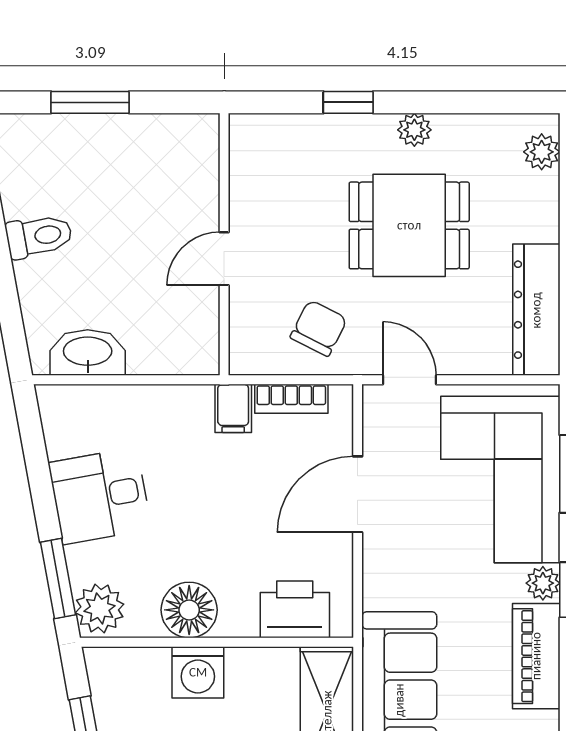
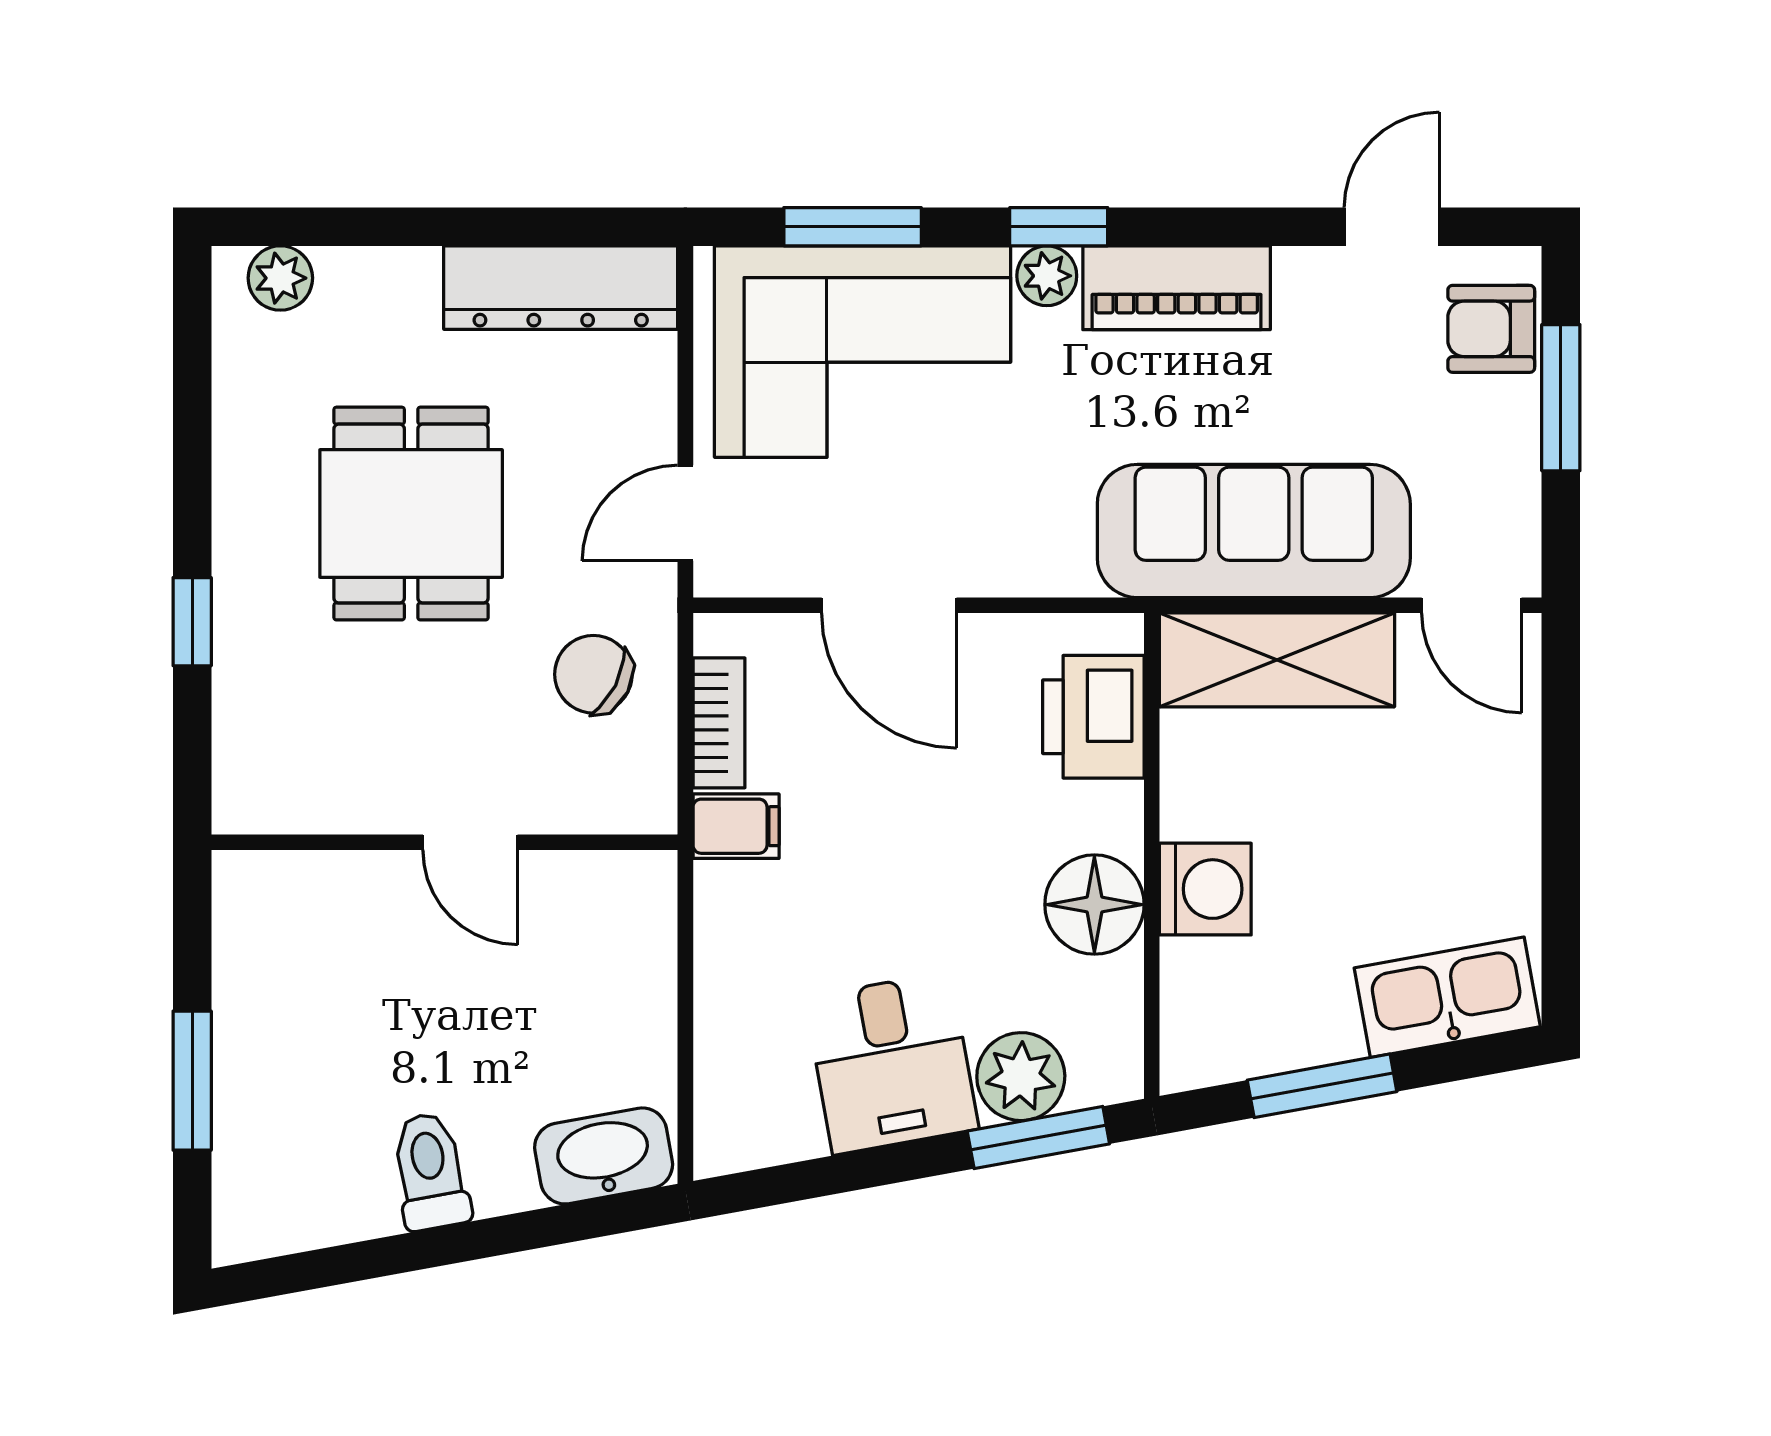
plant: (414, 130) -> (241, 504), removed
washbasin: (88, 353) -> (604, 1156), moved, turned 80
plant: (100, 608) -> (1021, 1077), moved

